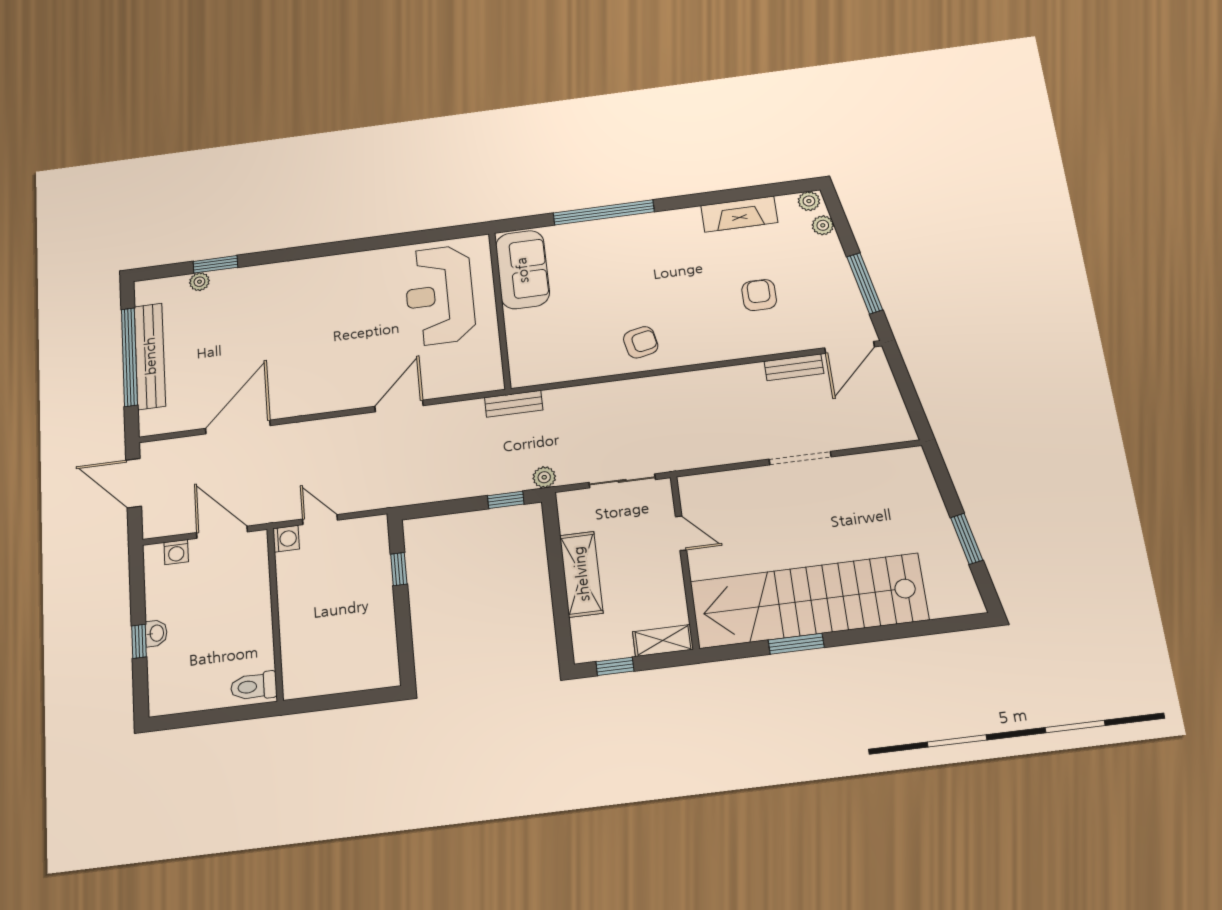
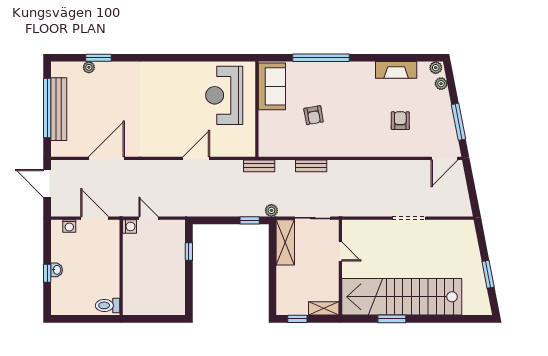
armchair: (641, 342) -> (314, 115), moved, turned 92
bench: (794, 367) -> (311, 166), moved
shelving: (581, 574) -> (285, 242), moved

